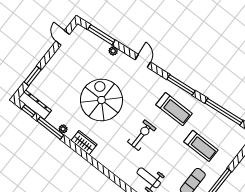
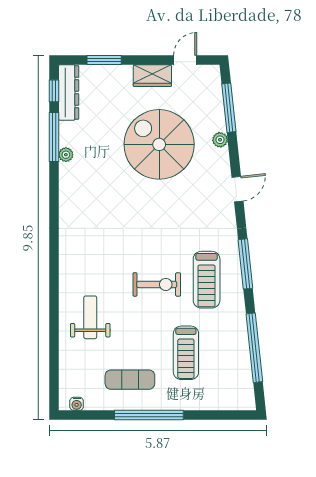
spiral stairs: (101, 100) -> (159, 144), moved, turned -90
exercise bike: (142, 135) -> (157, 284), moved
wardrobe: (84, 143) -> (152, 76), moved, turned 90

